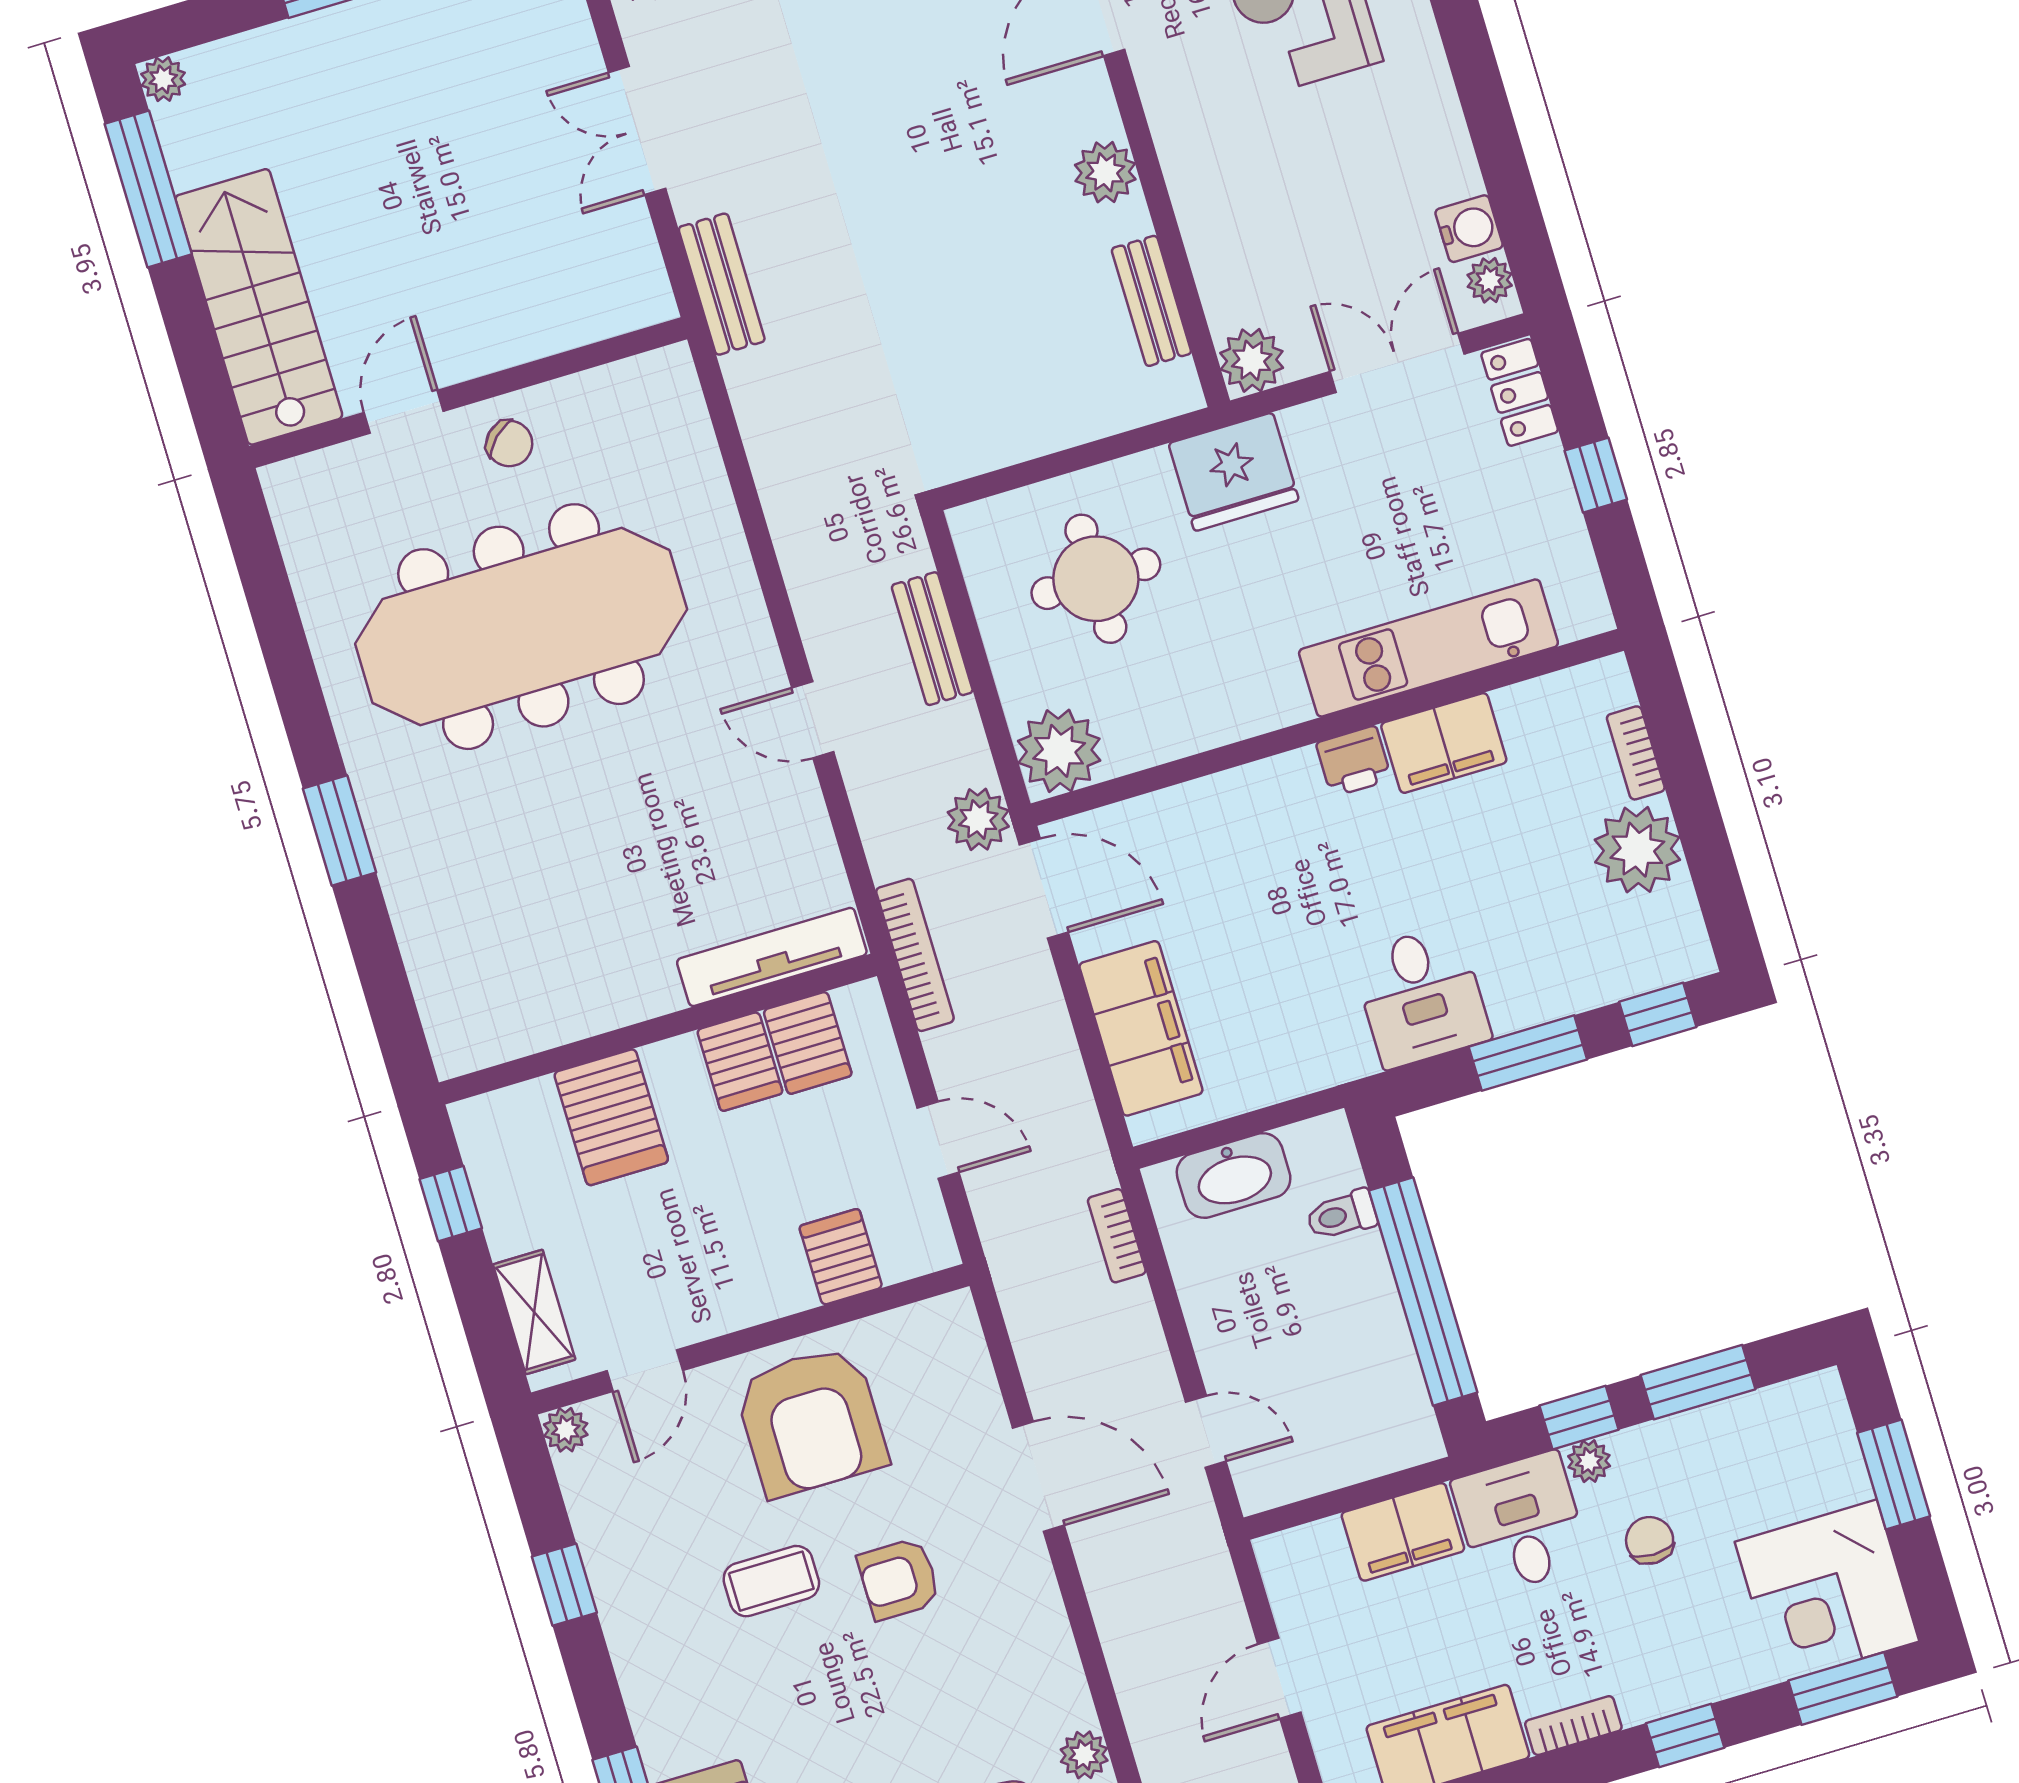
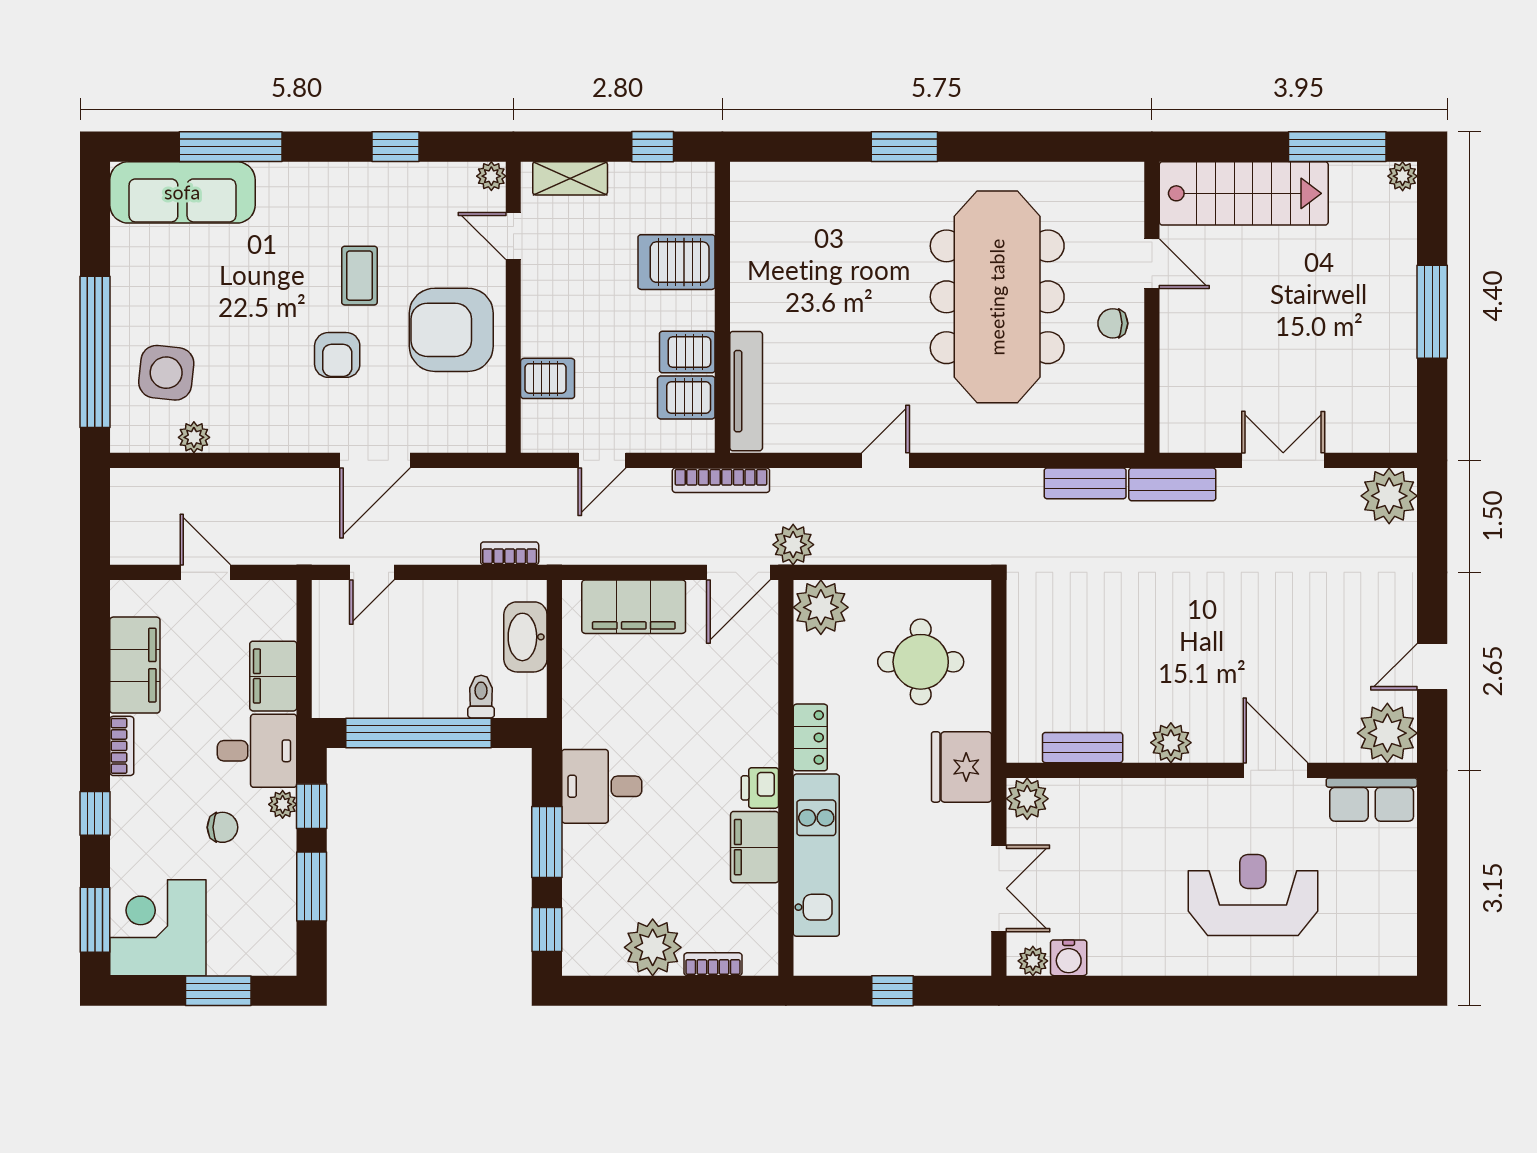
locker: (1520, 392) -> (810, 737), moved, turned 90
chair: (509, 444) -> (1113, 323), turned 44
bench: (932, 639) -> (1085, 483), moved
armchair: (899, 1579) -> (337, 355), turned 180

